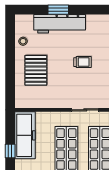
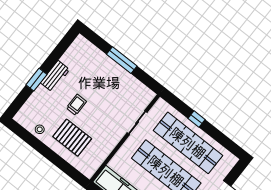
workbench: (60, 24) -> (55, 76), width x0.53, depth x0.76
trolley: (82, 62) -> (76, 105), moved

